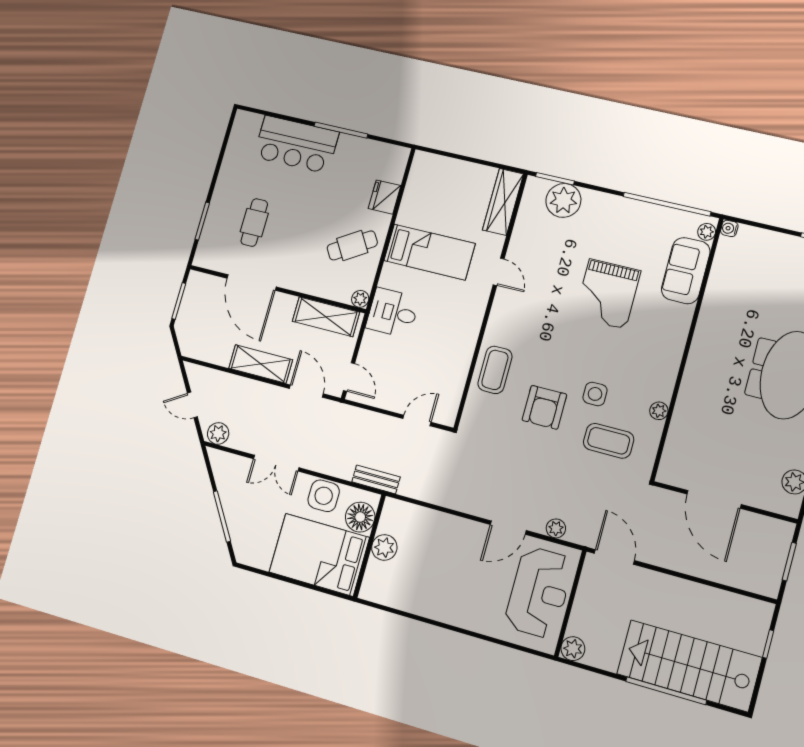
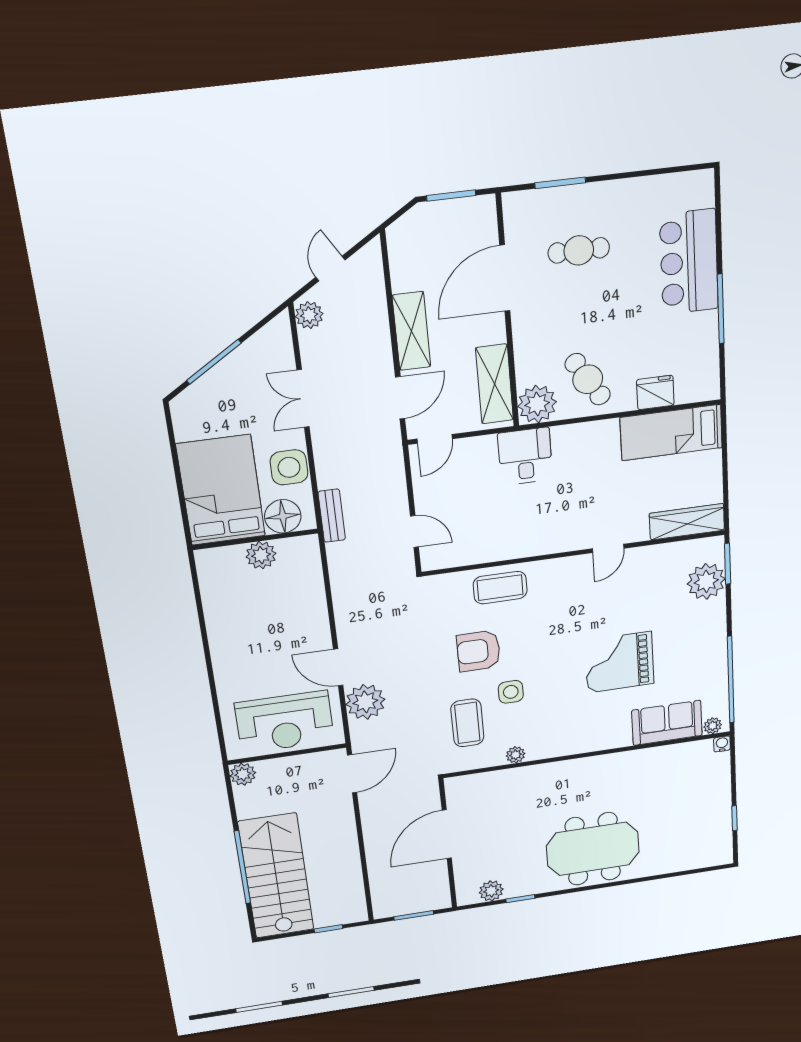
bed: (429, 252) -> (671, 433), moved, turned 90
plant: (360, 299) -> (537, 404), width x1.88, depth x1.88
plant: (556, 528) -> (365, 702), width x1.88, depth x1.88

